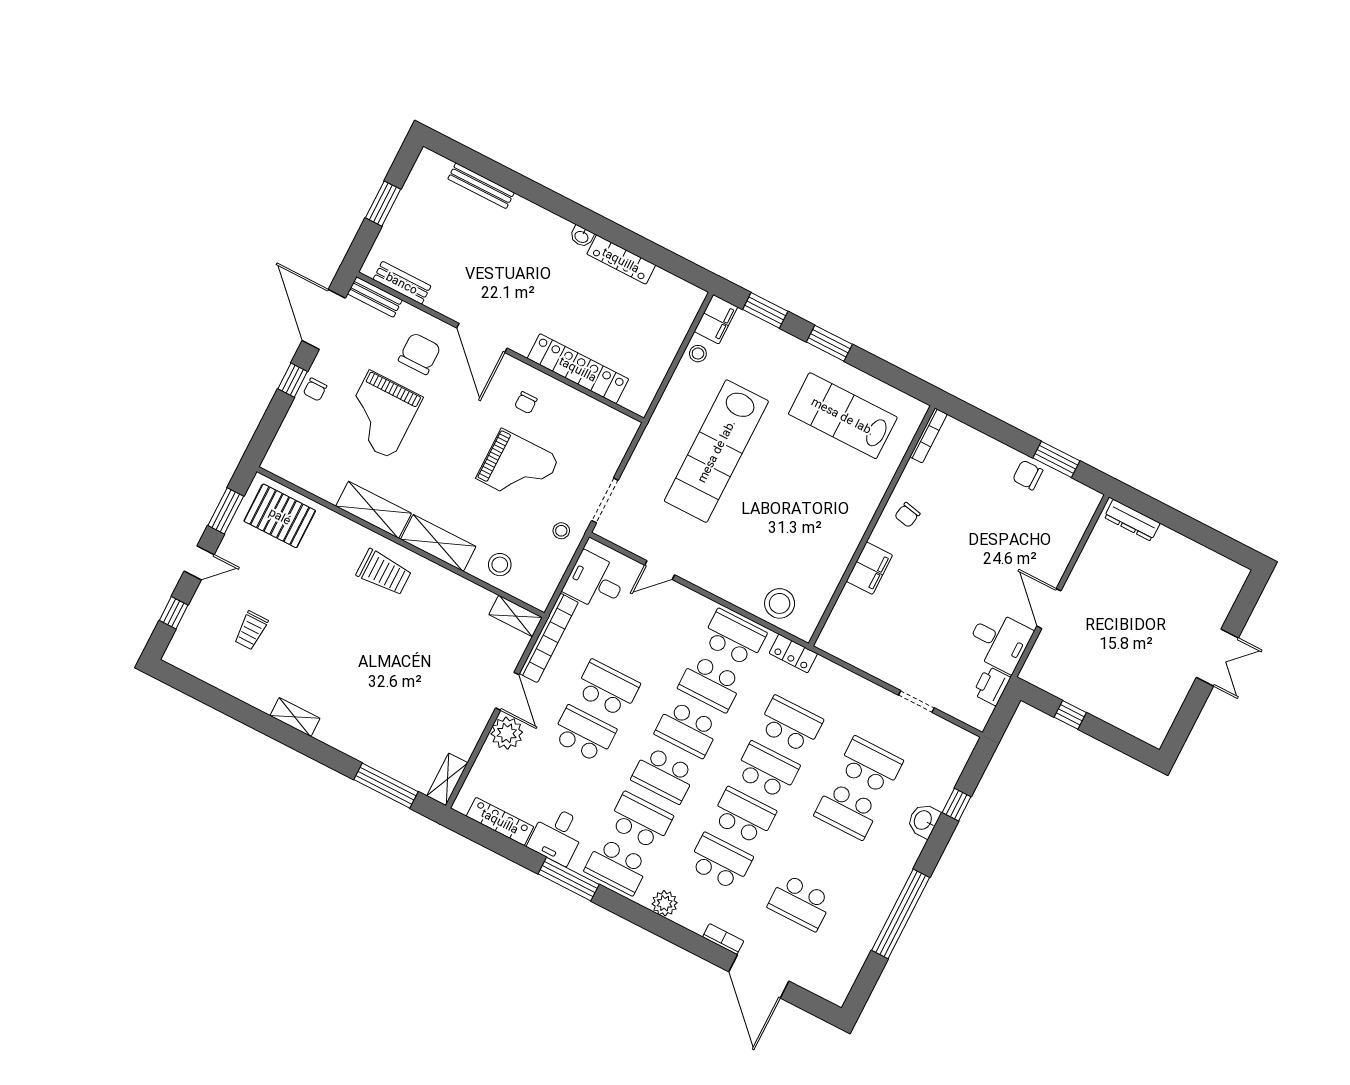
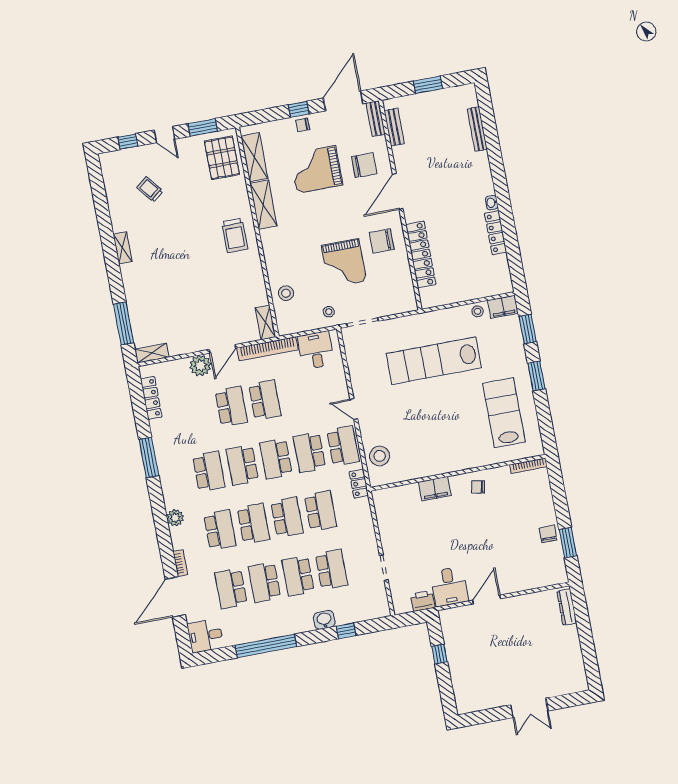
chair: (526, 403) -> (382, 241), width x1.87, depth x1.87
shelving: (438, 543) -> (254, 157), moved
door: (660, 570) -> (354, 409), moved
trolley: (251, 630) -> (150, 189), turned 52
desk: (557, 835) -> (205, 636), moved
school desk: (617, 866) -> (264, 582), moved

